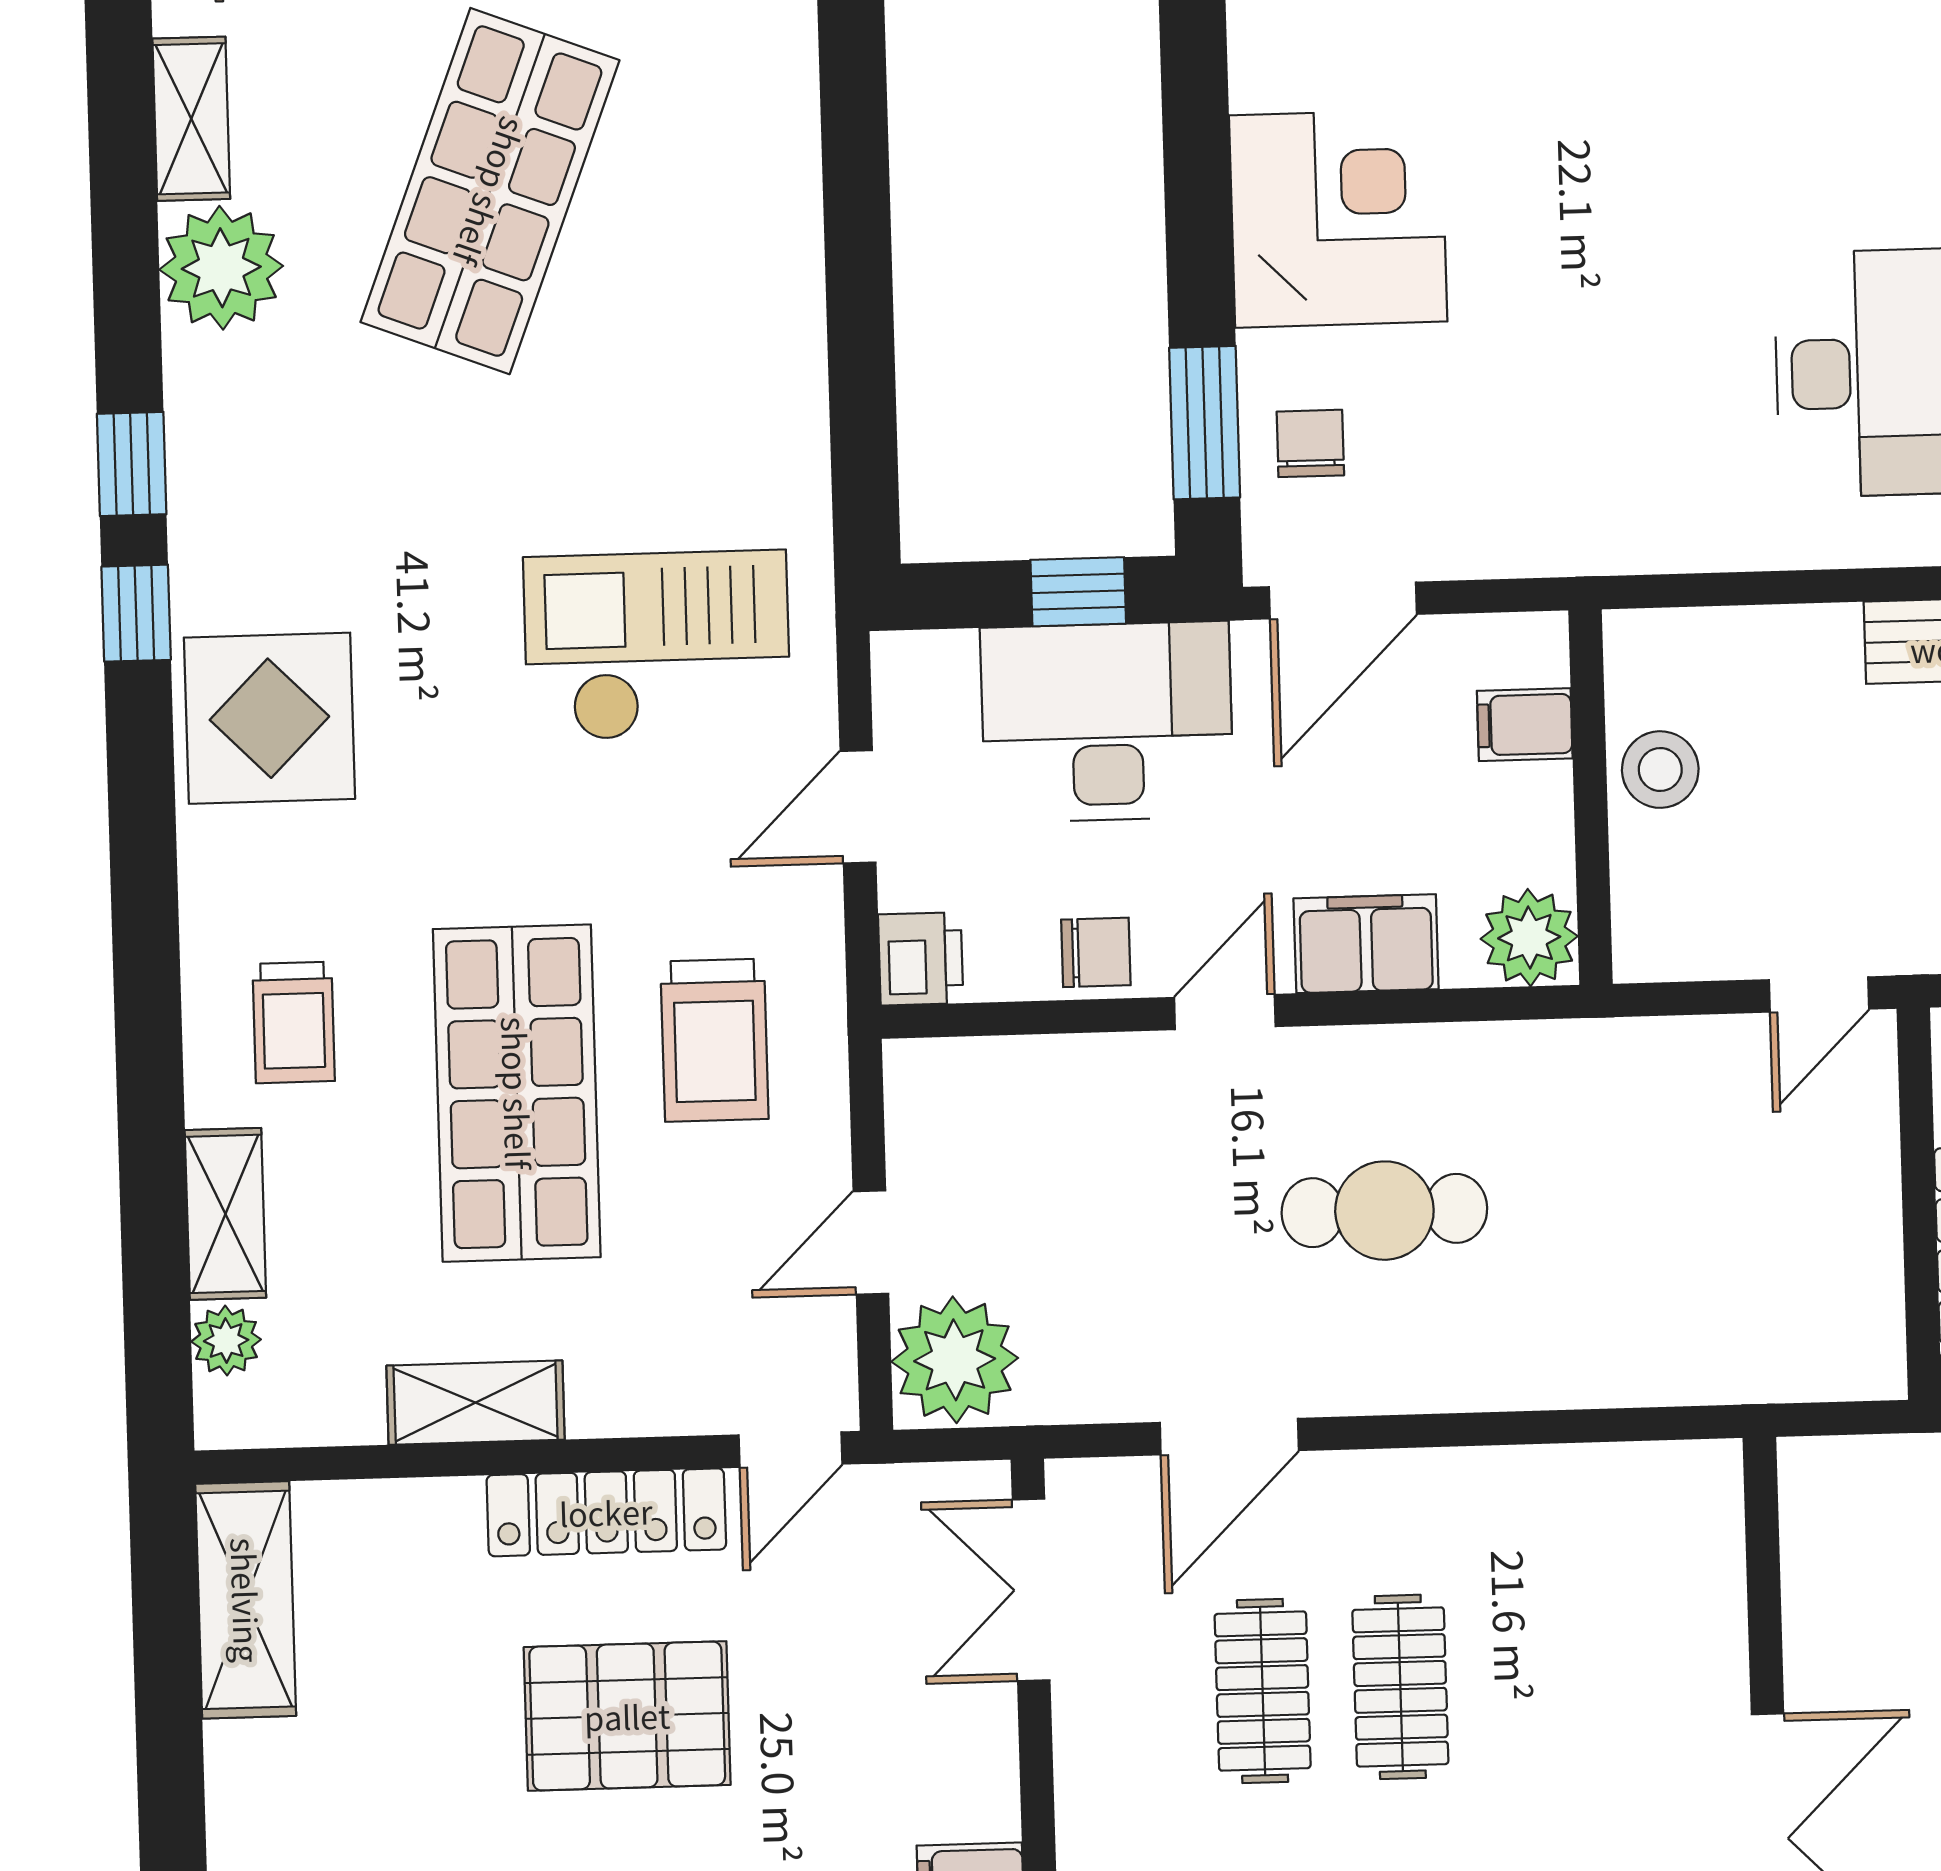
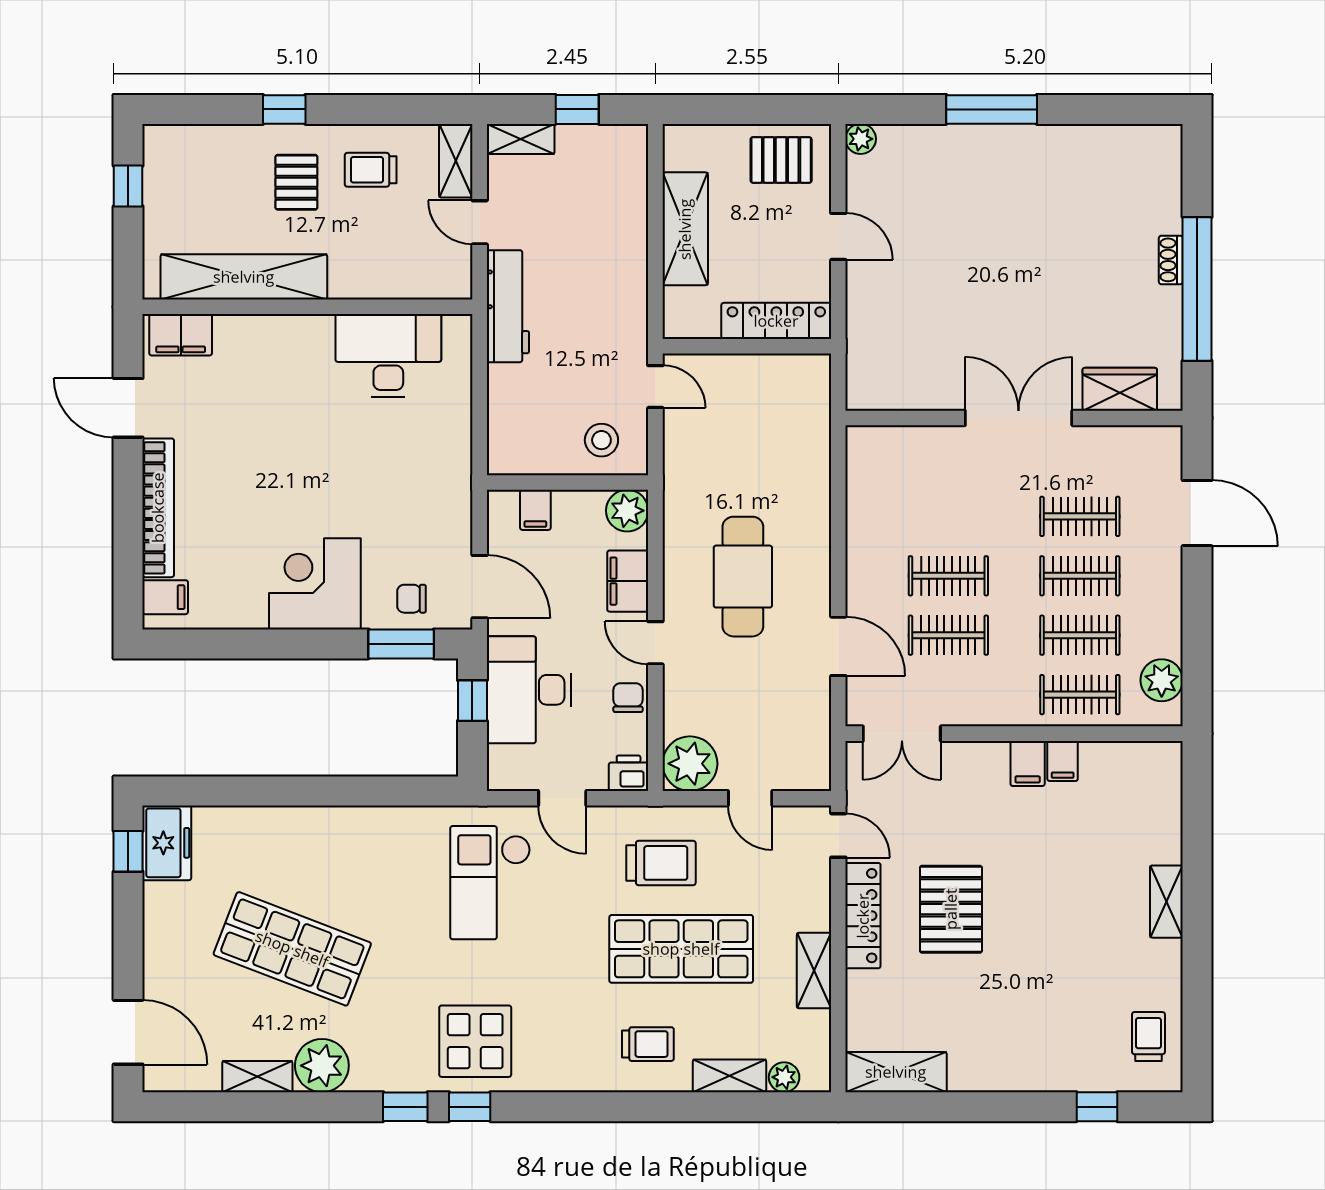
display table: (269, 718) -> (475, 1041), moved
stool: (1660, 770) -> (601, 440), moved
cafe table: (1384, 1211) -> (743, 577), width x1.37, depth x1.35
plant: (955, 1360) -> (690, 764), moved

